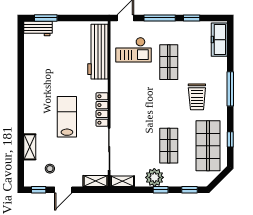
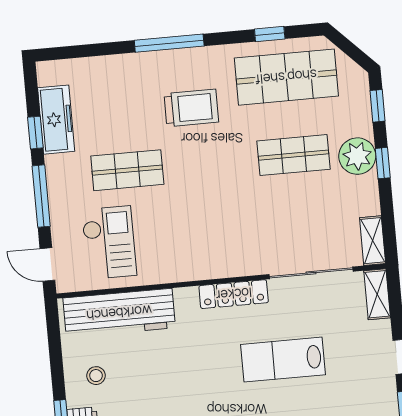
freezer: (219, 40) -> (56, 120), moved, turned -90
lab bench: (67, 117) -> (283, 360), moved
stool: (50, 169) -> (96, 376), moved
plant: (154, 177) -> (357, 156), moved

